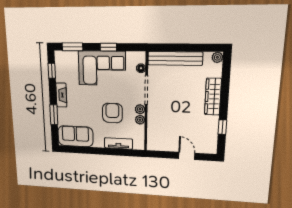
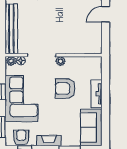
armchair: (63, 67) -> (21, 137), added
plant: (140, 120) -> (11, 61), moved
tv unit: (118, 143) -> (97, 94), moved

